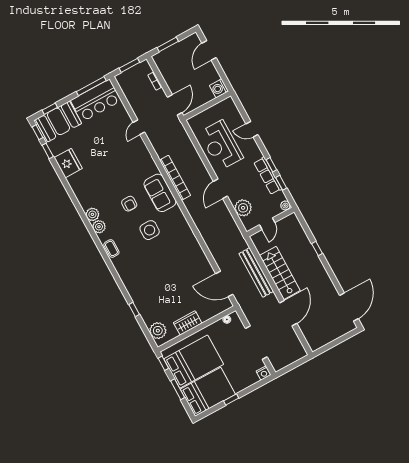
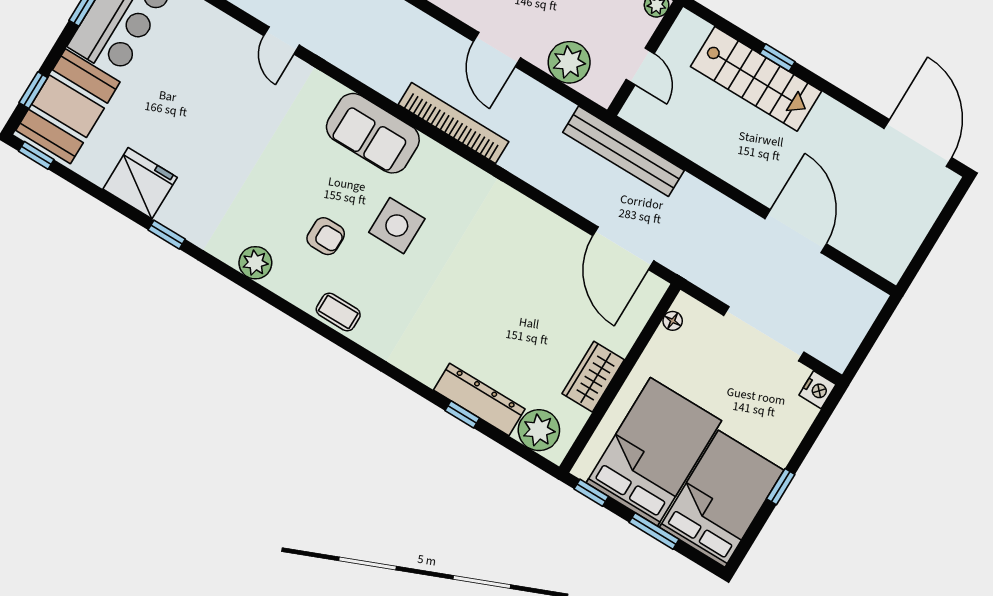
door: (139, 127) -> (282, 40), moved
window: (48, 151) -> (167, 235), moved
bookcase: (175, 178) -> (453, 123), moved
armchair: (129, 204) -> (326, 236), moved
plant: (99, 227) -> (285, 281), removed
bench: (256, 272) -> (623, 151), moved
stairs: (280, 273) -> (756, 79), moved, turned 180
door: (224, 284) -> (623, 248), hinge flipped
dresser: (143, 308) -> (479, 400), added

